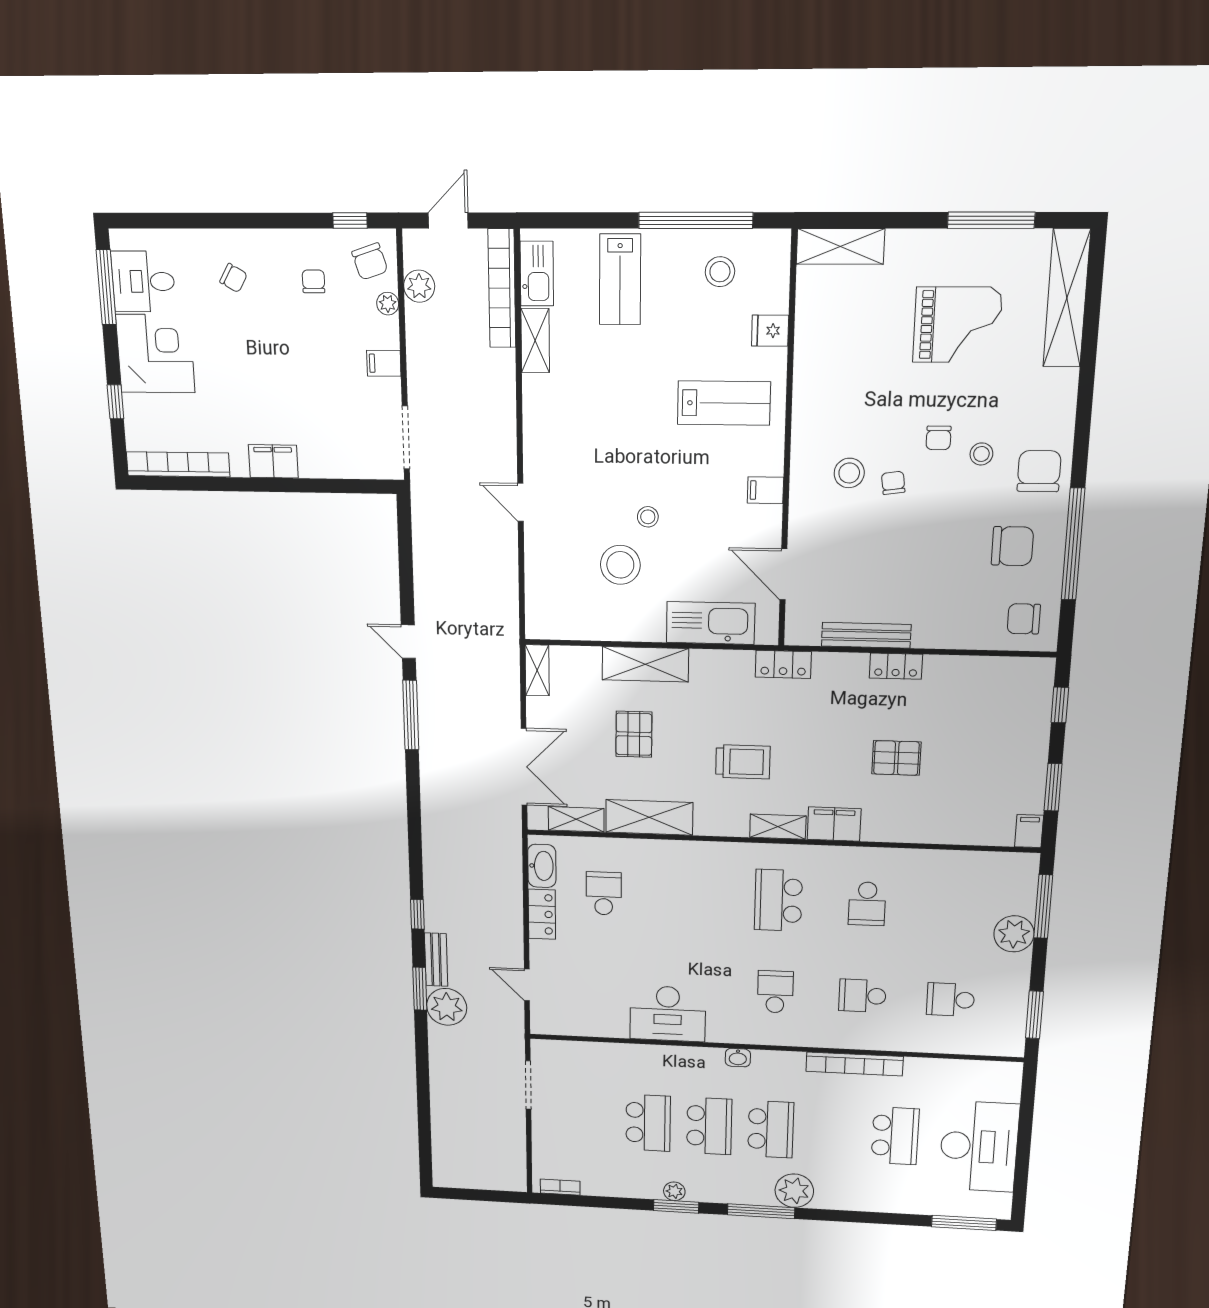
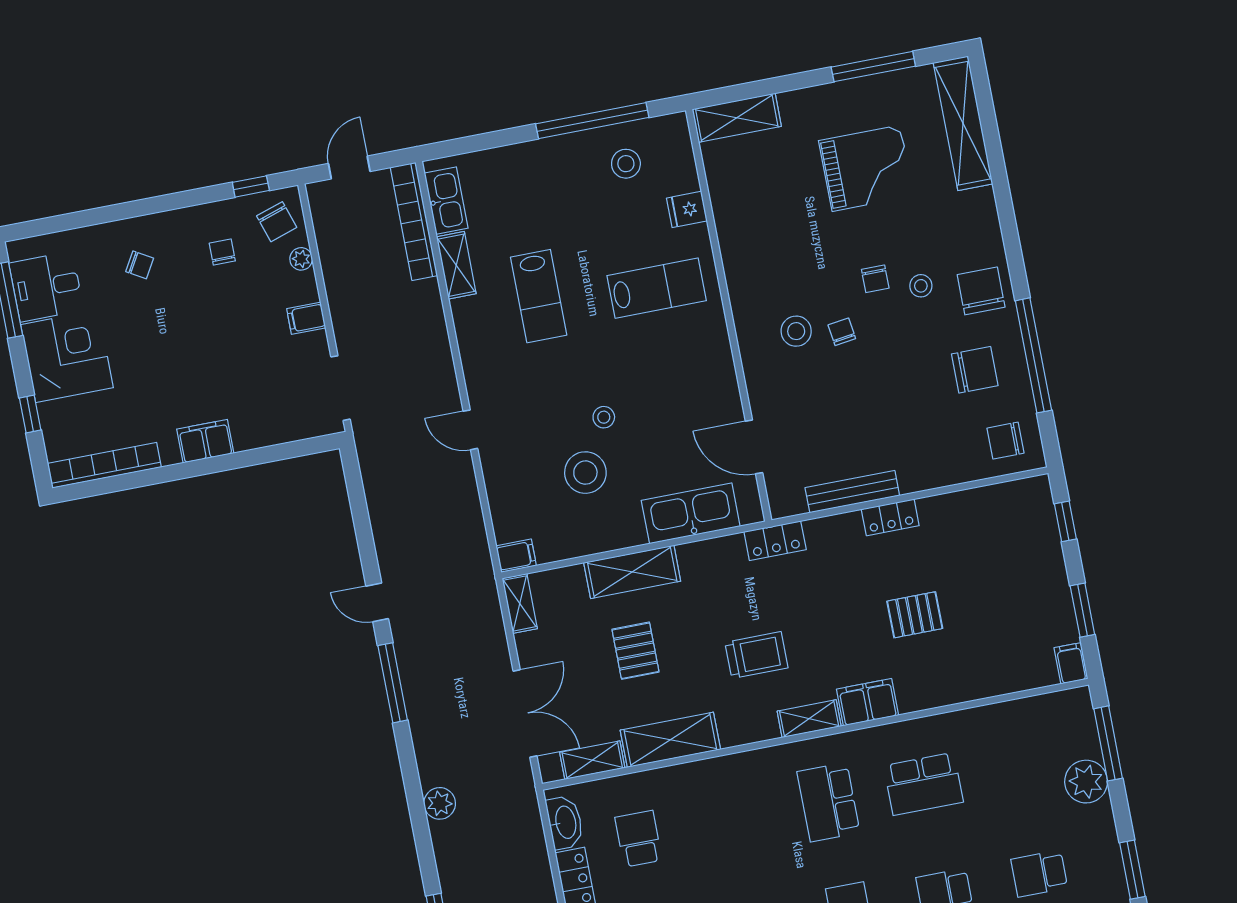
lab bench: (620, 279) -> (539, 296), moved
plant: (419, 286) -> (440, 803), moved
filing cabinet: (765, 490) -> (516, 556), moved, turned 180
school desk: (867, 904) -> (923, 784), width x1.85

